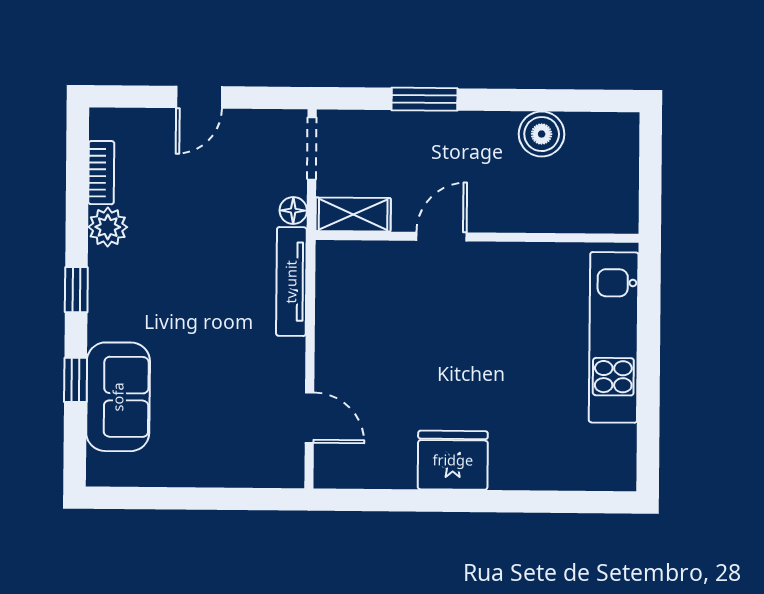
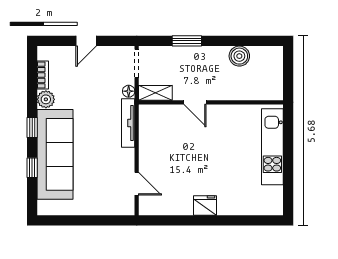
door: (442, 237) -> (195, 102), swing flipped
sofa: (118, 397) -> (55, 154), width x1.85, depth x1.27
fridge: (453, 460) -> (205, 206), width x0.73, depth x0.75

